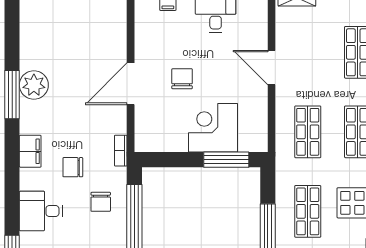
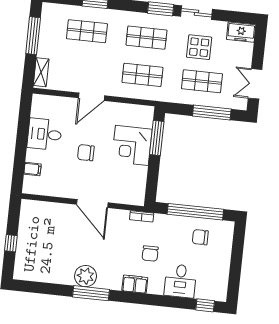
chair: (182, 79) -> (86, 153), moved
chair: (101, 202) -> (200, 237), moved, turned 180

